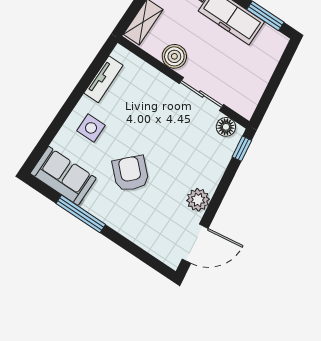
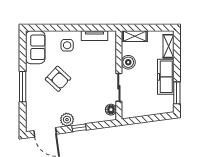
window: (242, 149) -> (79, 128), moved
armchair: (131, 173) -> (58, 79), turned 88
window: (81, 214) -> (23, 87), moved

